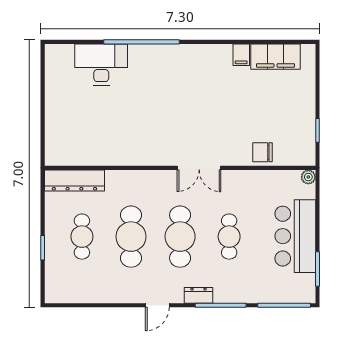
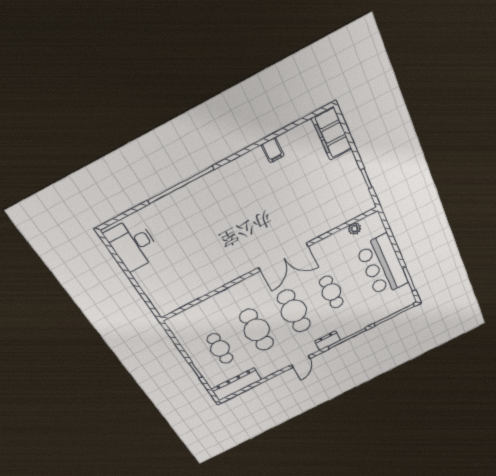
filing cabinet: (276, 57) -> (332, 134), moved, turned 90
desk: (101, 64) -> (133, 245), moved, turned -90
chair: (263, 152) -> (329, 219), removed
double door: (199, 168) -> (283, 257), width x1.37
plant: (308, 177) -> (355, 229), moved
dresser: (74, 180) -> (236, 384), moved, turned 180

